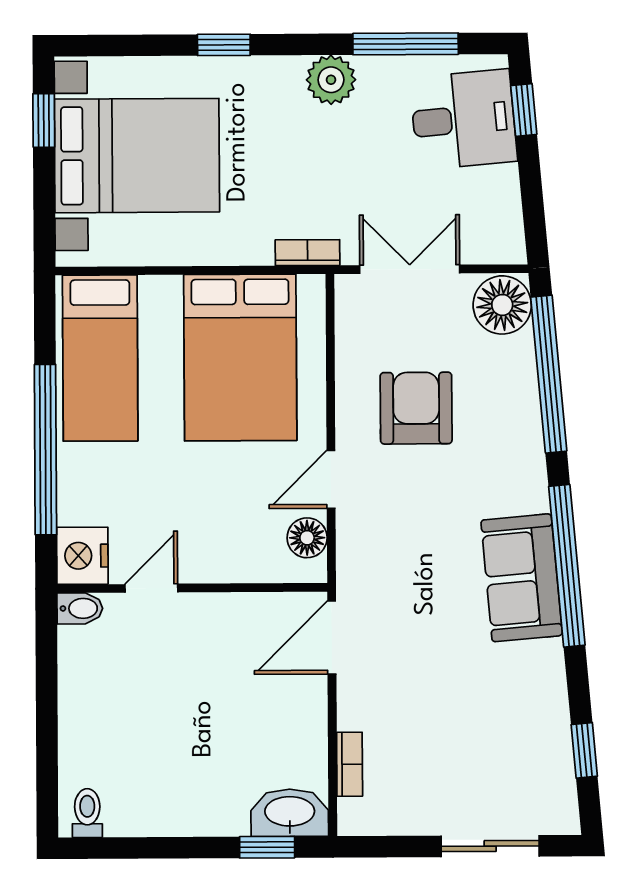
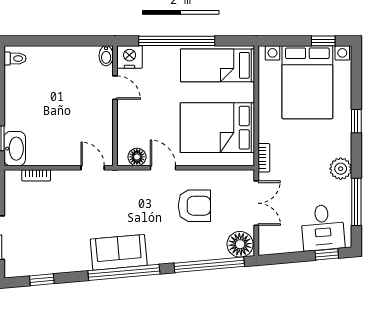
door: (332, 637) -> (93, 168), width x0.73

